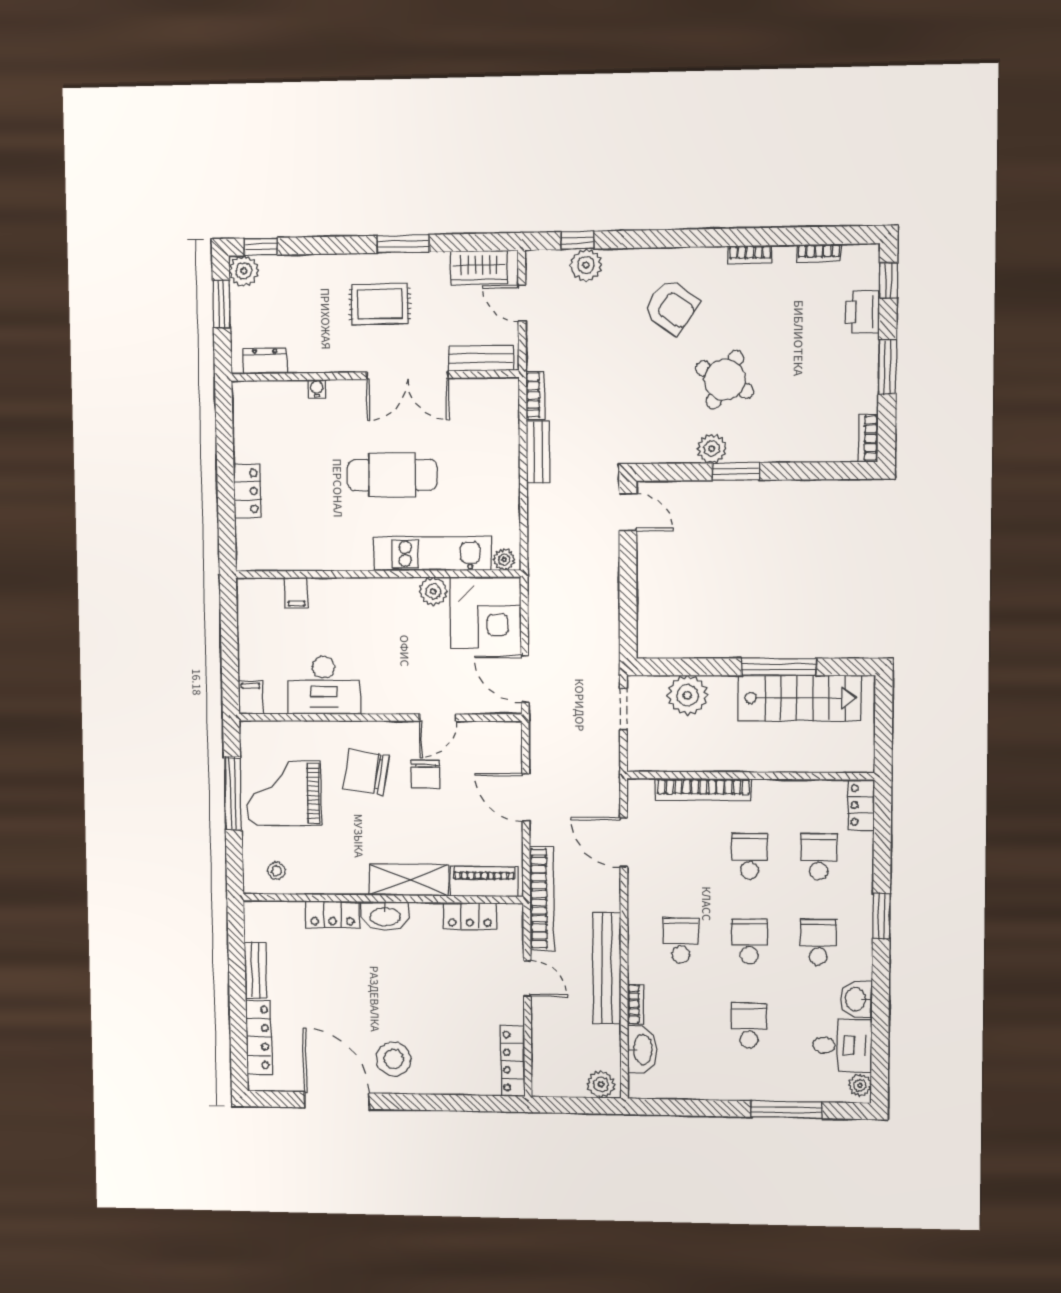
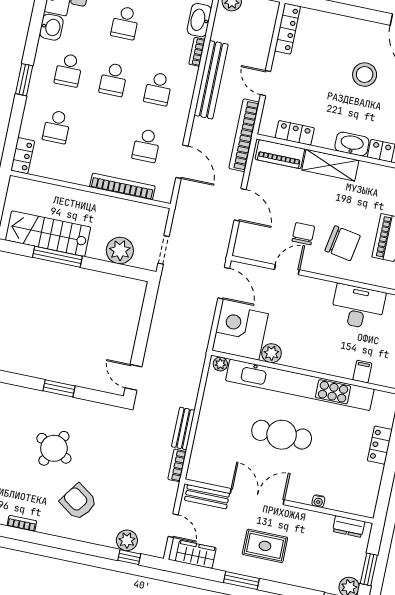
plant: (712, 449) -> (71, 406), removed
kitchen unit: (432, 554) -> (300, 385), width x1.86
school desk: (750, 856) -> (146, 146), moved
stool: (394, 1059) -> (365, 75), moved

